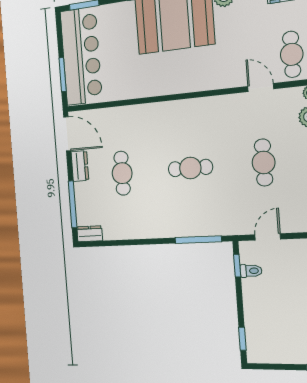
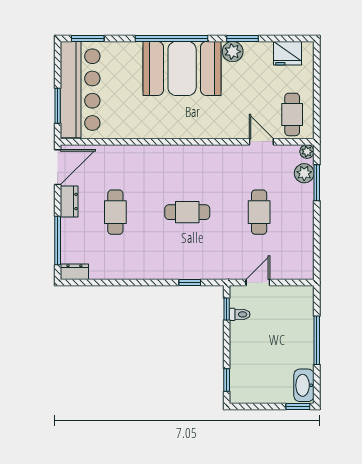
door: (67, 134) -> (58, 167), hinge flipped
window: (198, 240) -> (190, 283), width x0.46

